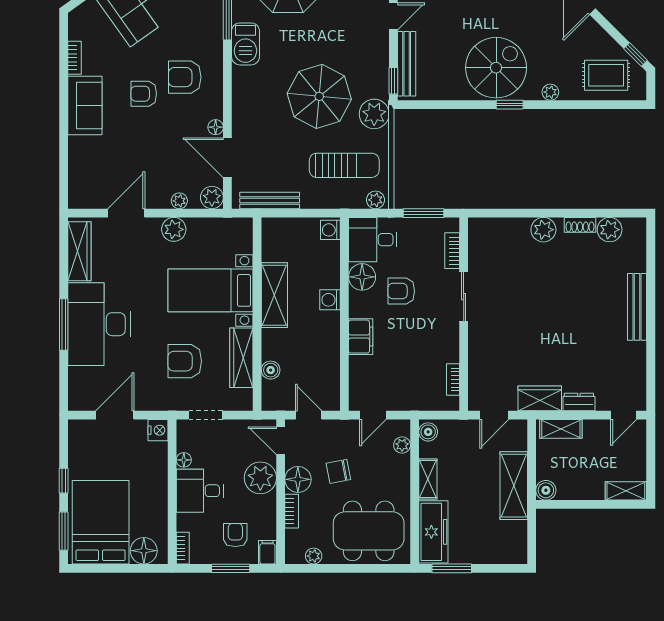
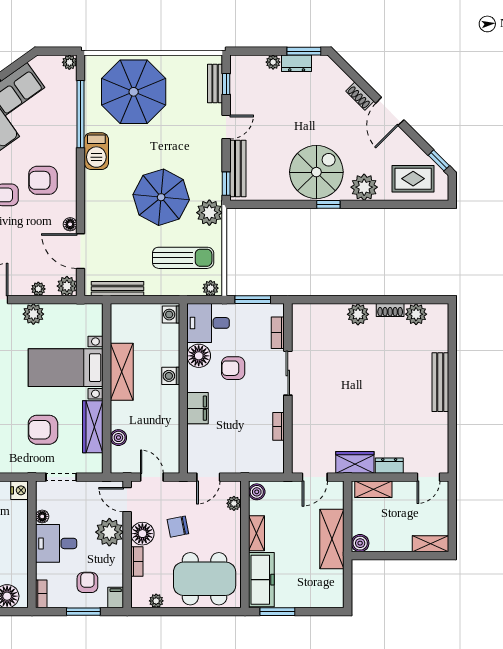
plant: (550, 92) -> (364, 187), width x1.87, depth x1.87
bookcase: (453, 379) -> (279, 426), moved

